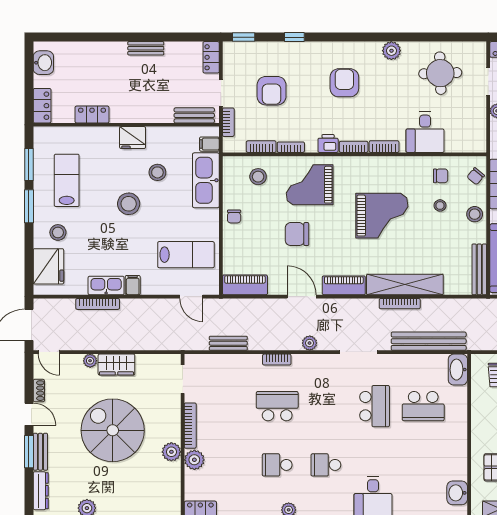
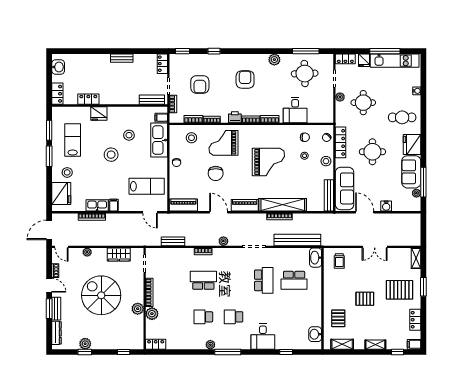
window: (442, 37) -> (306, 51), added
fridge: (133, 138) -> (99, 114), moved
chair: (297, 234) -> (216, 173), turned -90
wardrobe: (116, 365) -> (119, 254), moved

